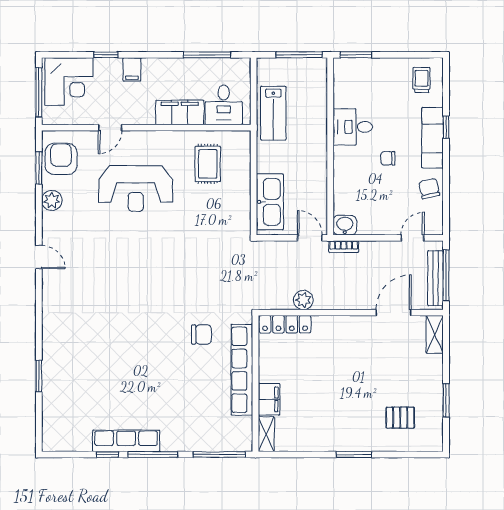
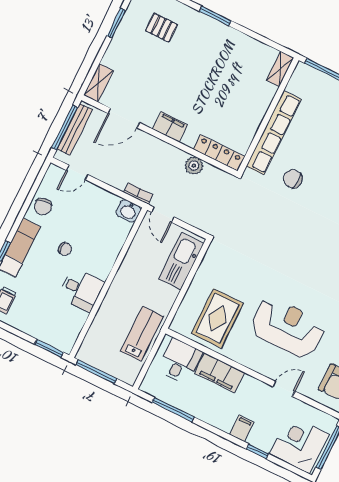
rug: (208, 164) -> (217, 318), width x1.36, depth x1.43
filing cabinet: (269, 399) -> (170, 127), moved, turned 90

